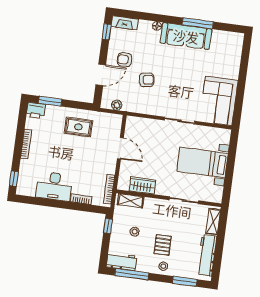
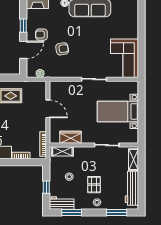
window: (107, 32) -> (23, 26), moved
window: (108, 226) -> (46, 187), moved
window: (132, 274) -> (72, 213), width x0.69

